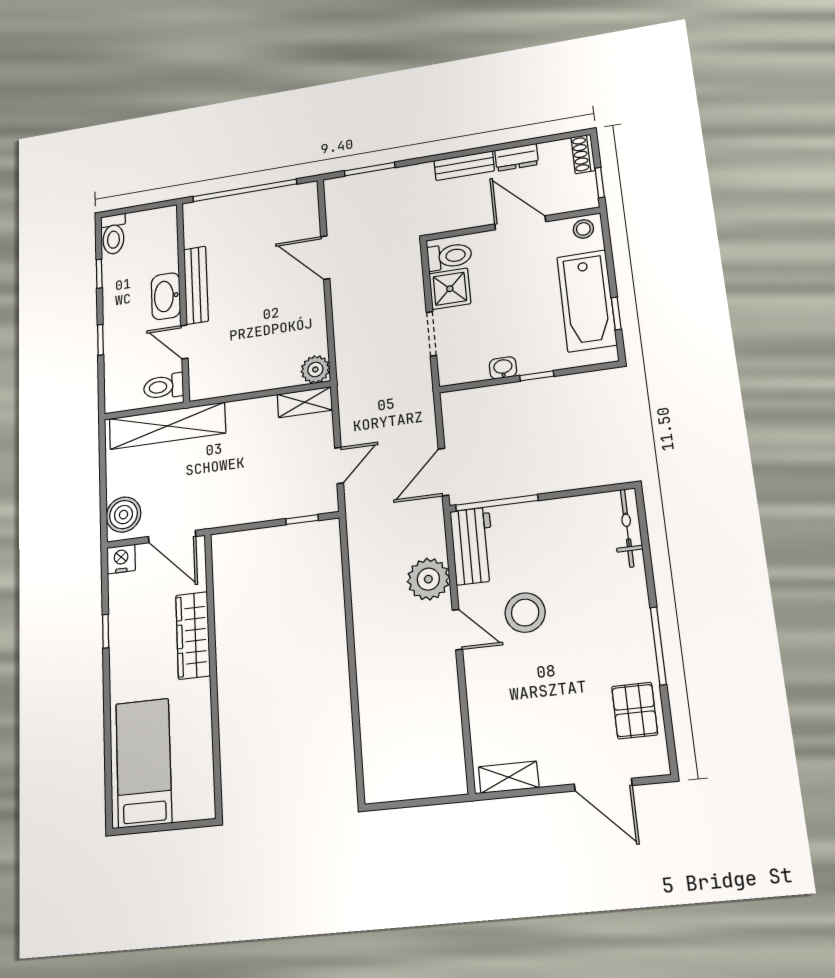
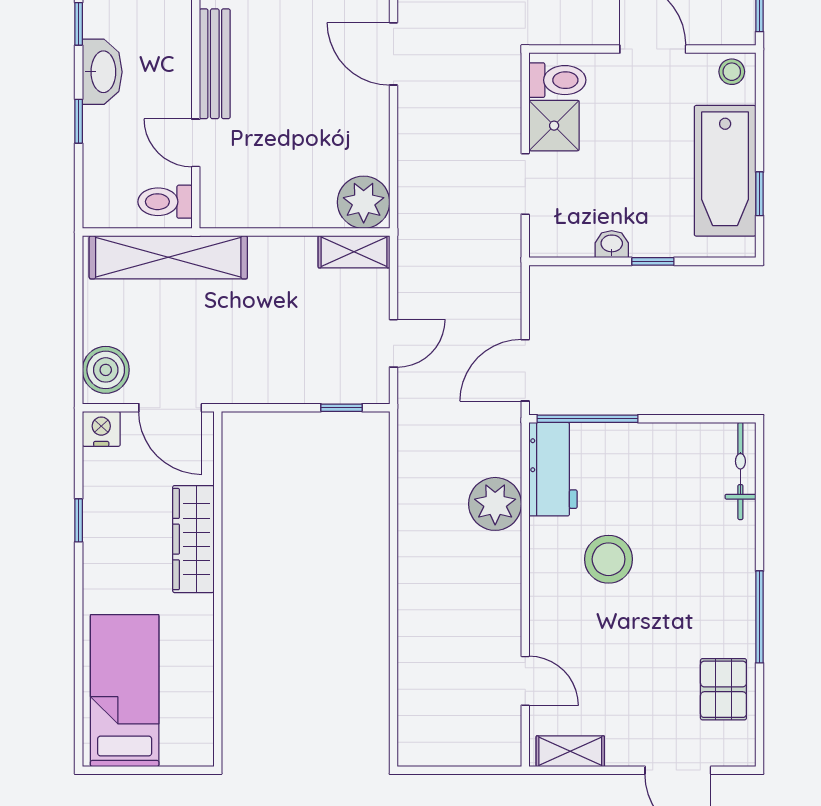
washbasin: (166, 296) -> (102, 72), moved, turned 180
plant: (315, 369) -> (364, 202), width x1.36, depth x1.36
door: (457, 630) -> (525, 681), moved

